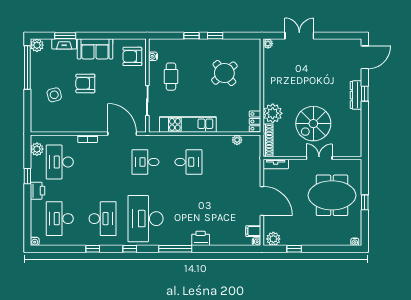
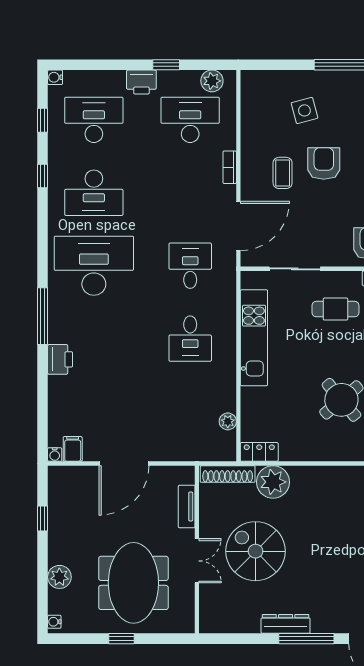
window: (365, 94) -> (306, 639), width x2.17
dresser: (356, 95) -> (286, 624), moved
coffee table: (91, 108) -> (283, 173), added
tv unit: (276, 164) -> (187, 506), moved
plant: (273, 239) -> (59, 577), moved
window: (130, 249) -> (43, 120), moved

